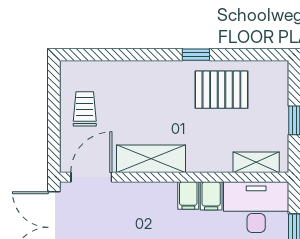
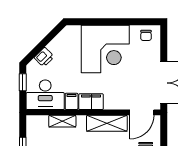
shelving: (256, 162) -> (62, 121), moved
filing cabinet: (188, 196) -> (91, 102), width x2.00

